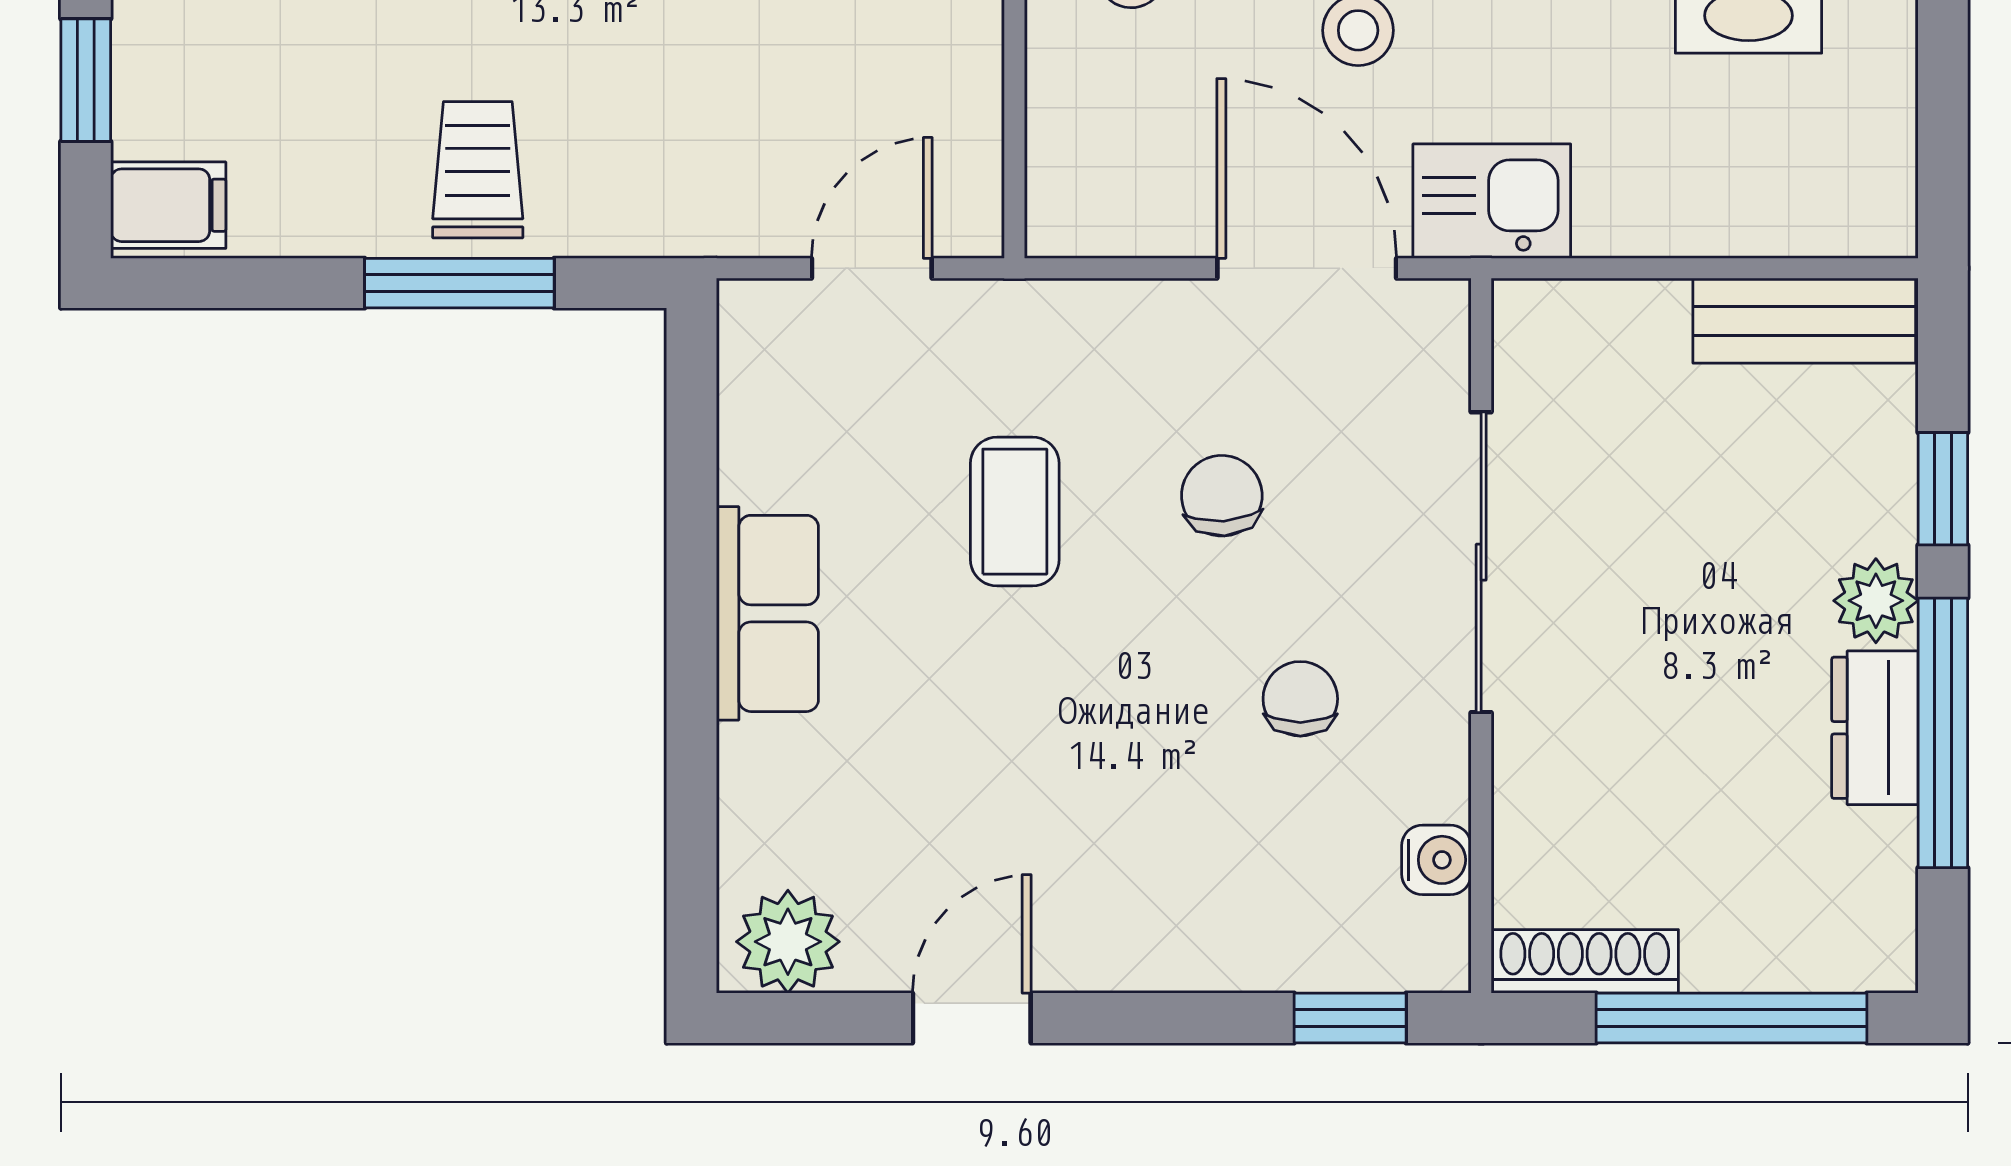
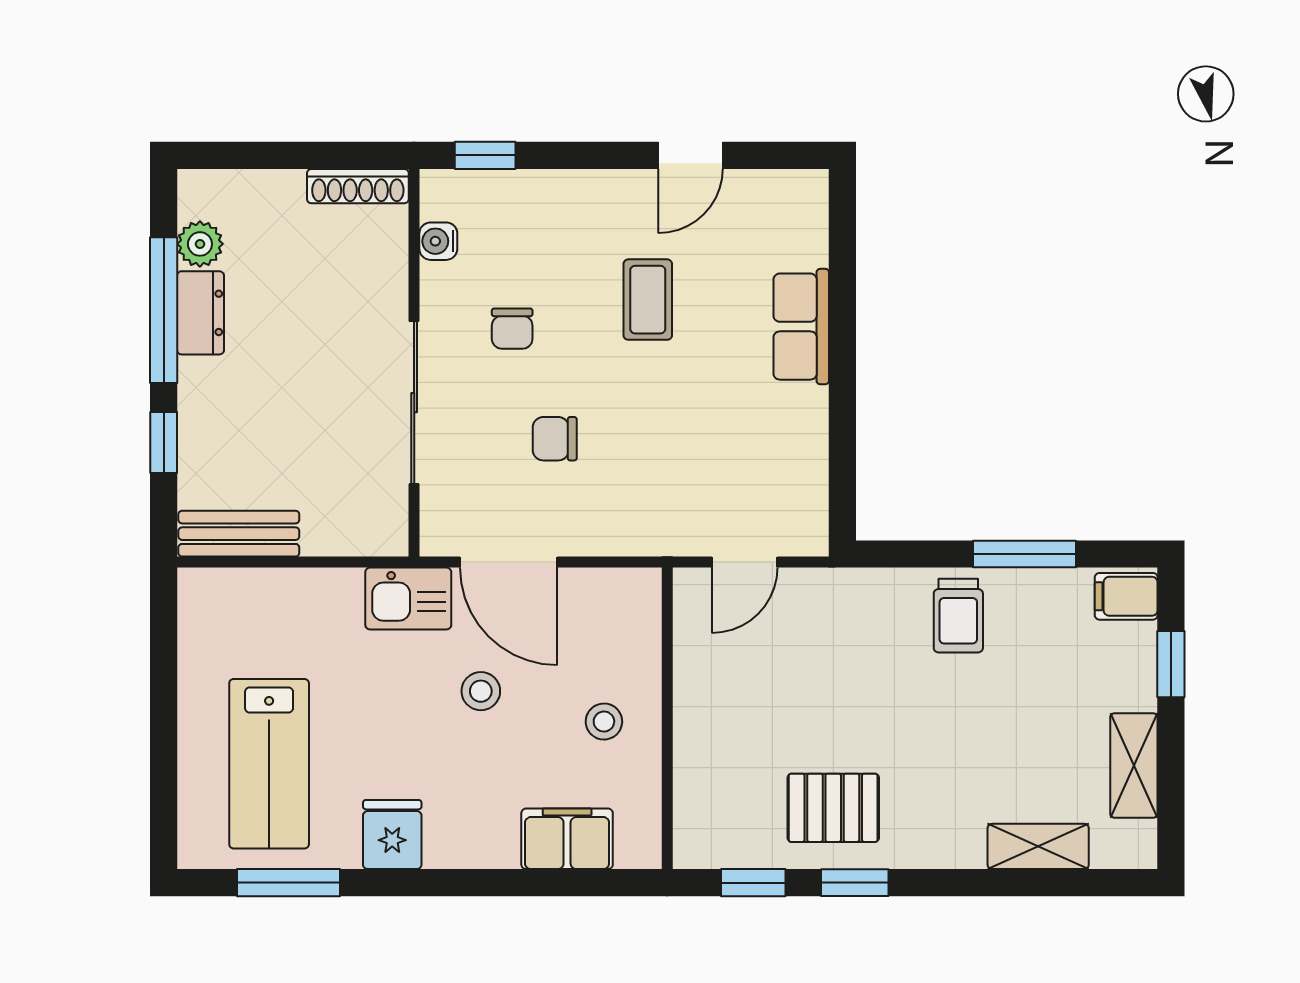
window: (459, 283) -> (1025, 554), moved
chair: (1222, 496) -> (555, 439), turned 94
coffee table: (1015, 512) -> (648, 300), moved
plant: (1876, 601) -> (200, 244), moved
row of seats: (767, 613) -> (801, 327), moved
plant: (788, 942) -> (790, 197), removed
window: (1731, 1018) -> (278, 155), removed

